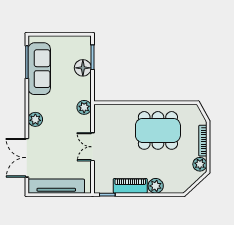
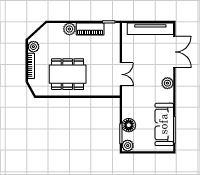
plant: (84, 107) -> (128, 146), moved
double door: (92, 147) -> (121, 74), moved

